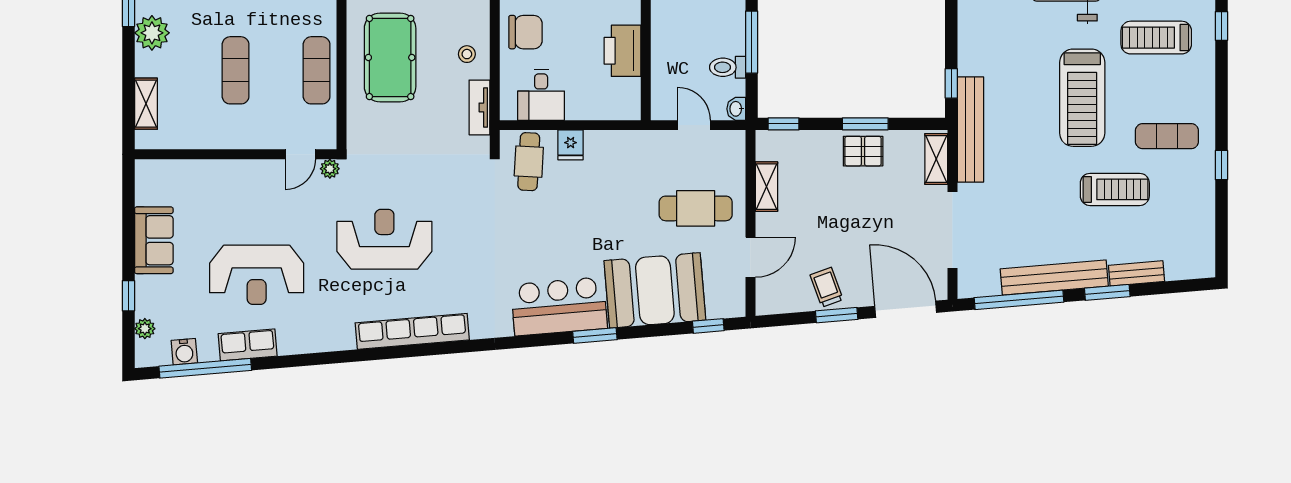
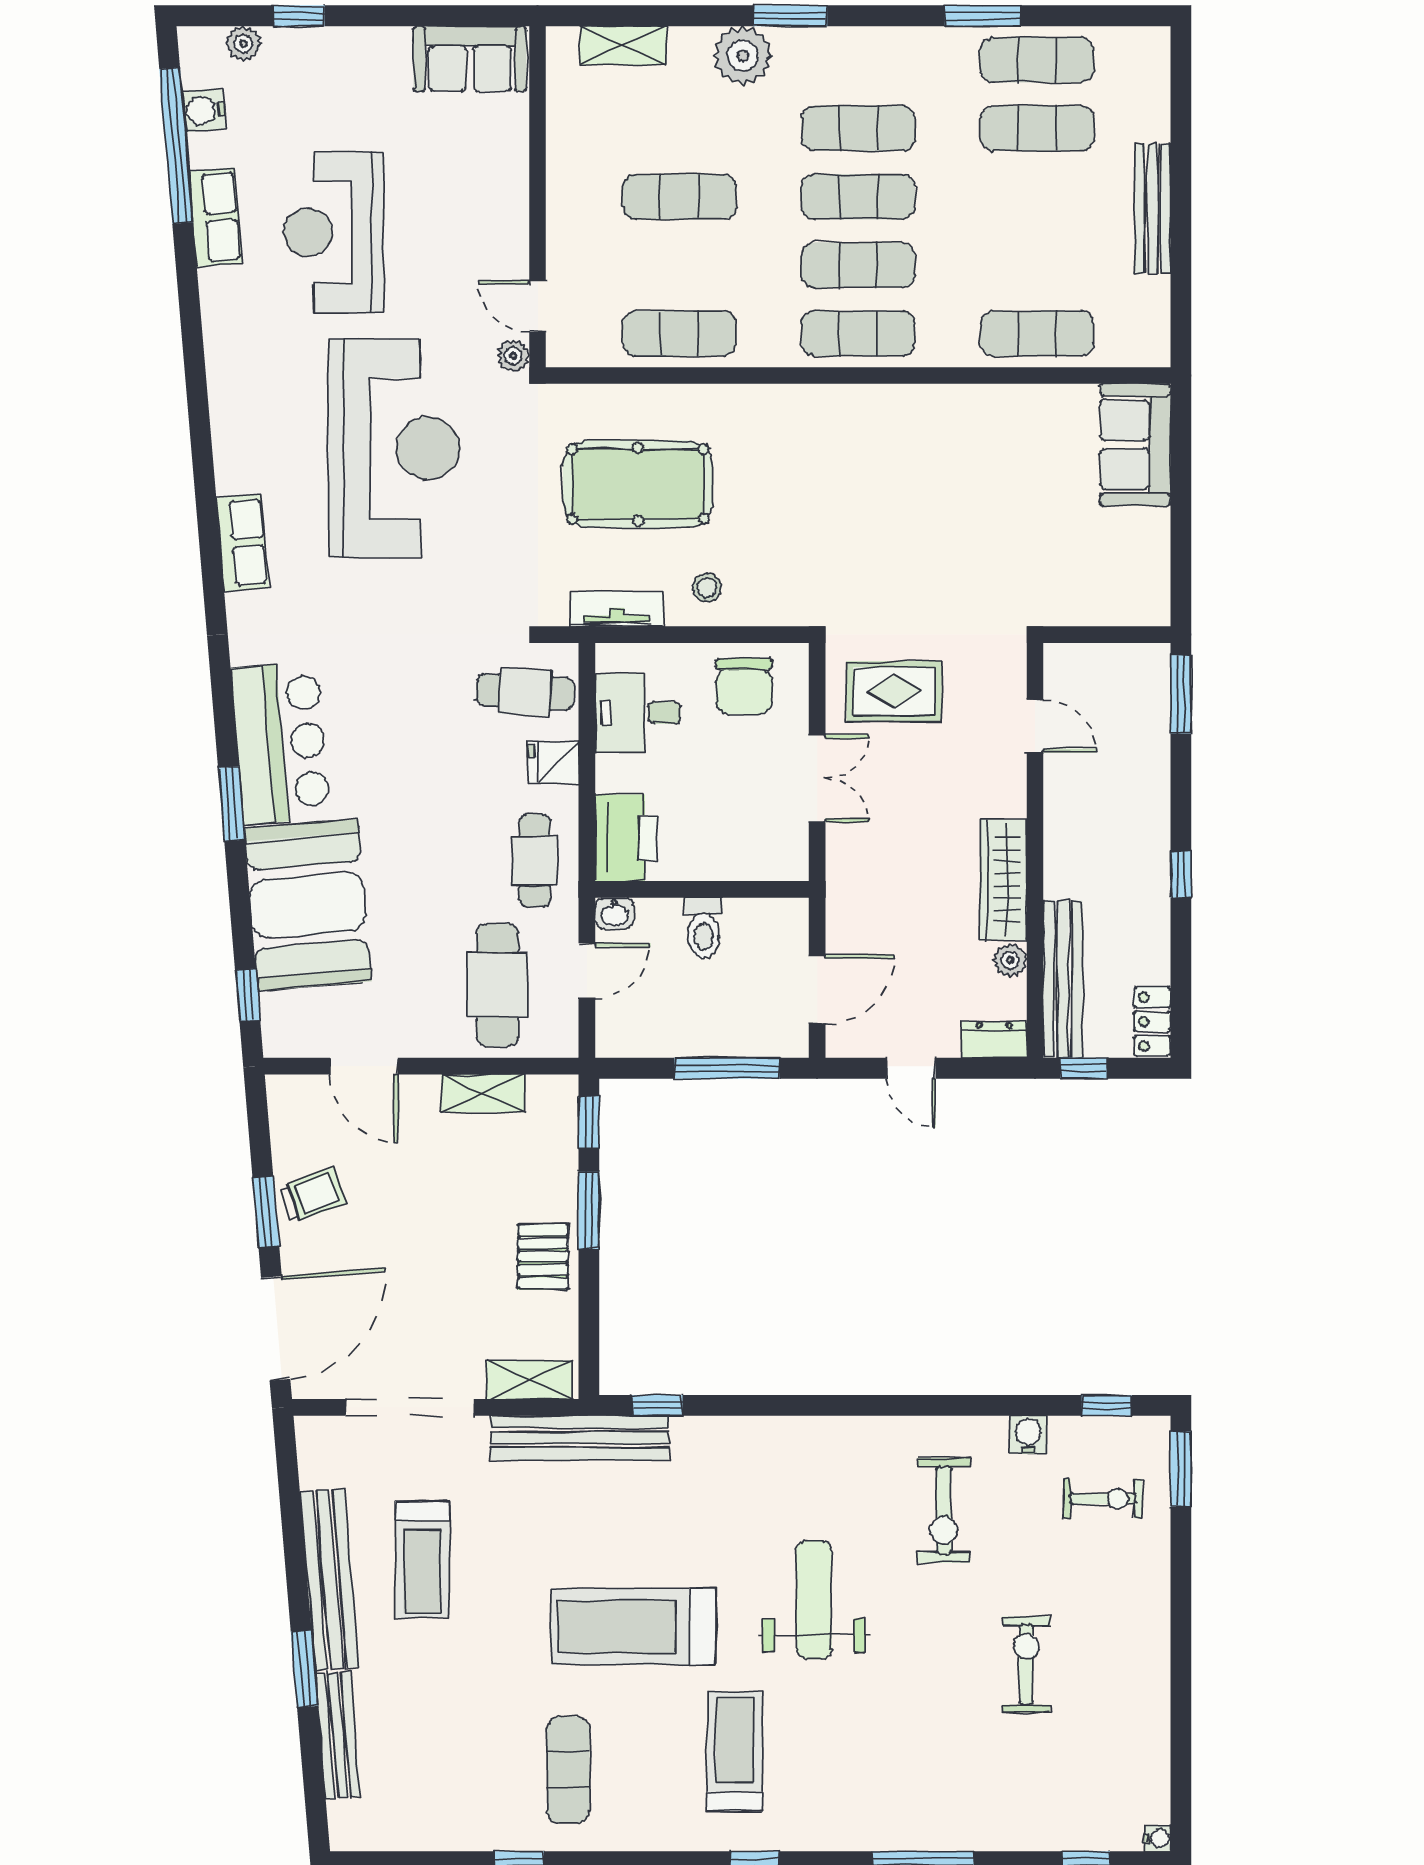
printer: (622, 51) -> (626, 838), moved, turned 90
pool table: (390, 57) -> (638, 484), moved
toilet: (728, 67) -> (704, 928), moved, turned 180
washbasin: (736, 109) -> (614, 913), moved, turned 180
window: (865, 124) -> (589, 1210), moved
cafe table: (629, 156) -> (535, 860), added
treadmill: (1115, 189) -> (422, 1560), moved
cafe table: (696, 208) -> (497, 985), moved
reception desk: (384, 239) -> (394, 448), width x1.36, depth x1.30
sofa: (154, 240) -> (470, 59), moved
bench: (1137, 273) -> (338, 1735), width x1.36
window: (1019, 300) -> (292, 1520), removed
row of seats: (412, 331) -> (243, 543), width x0.50

